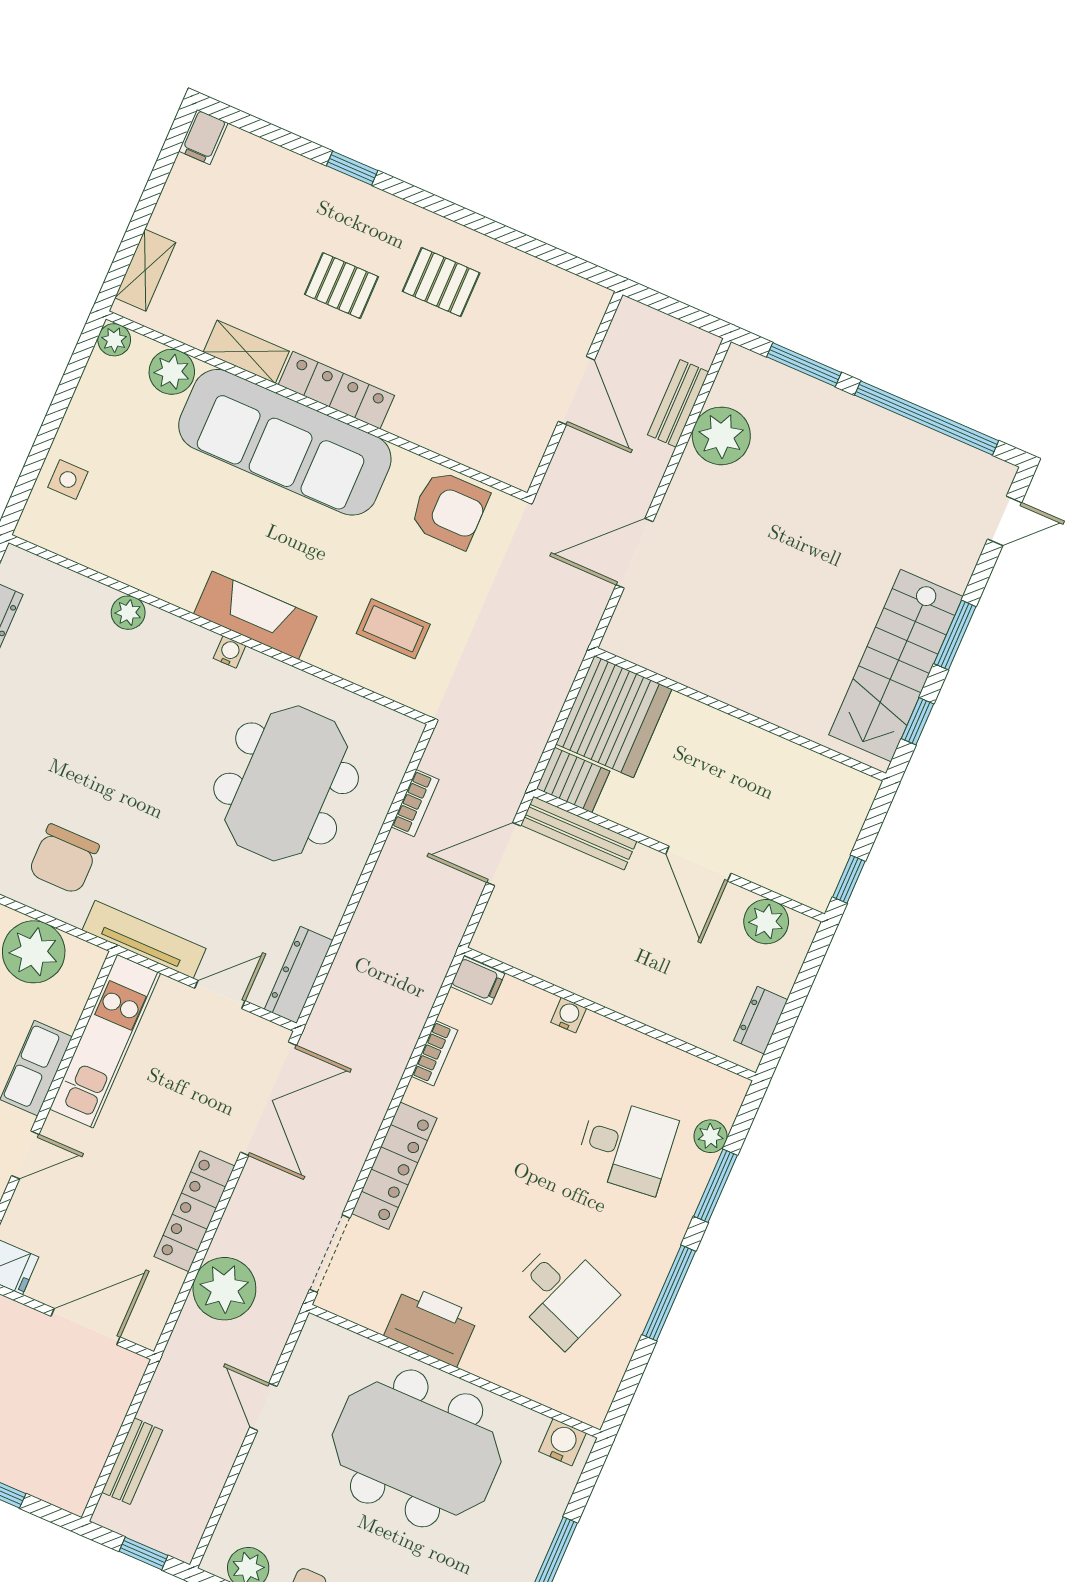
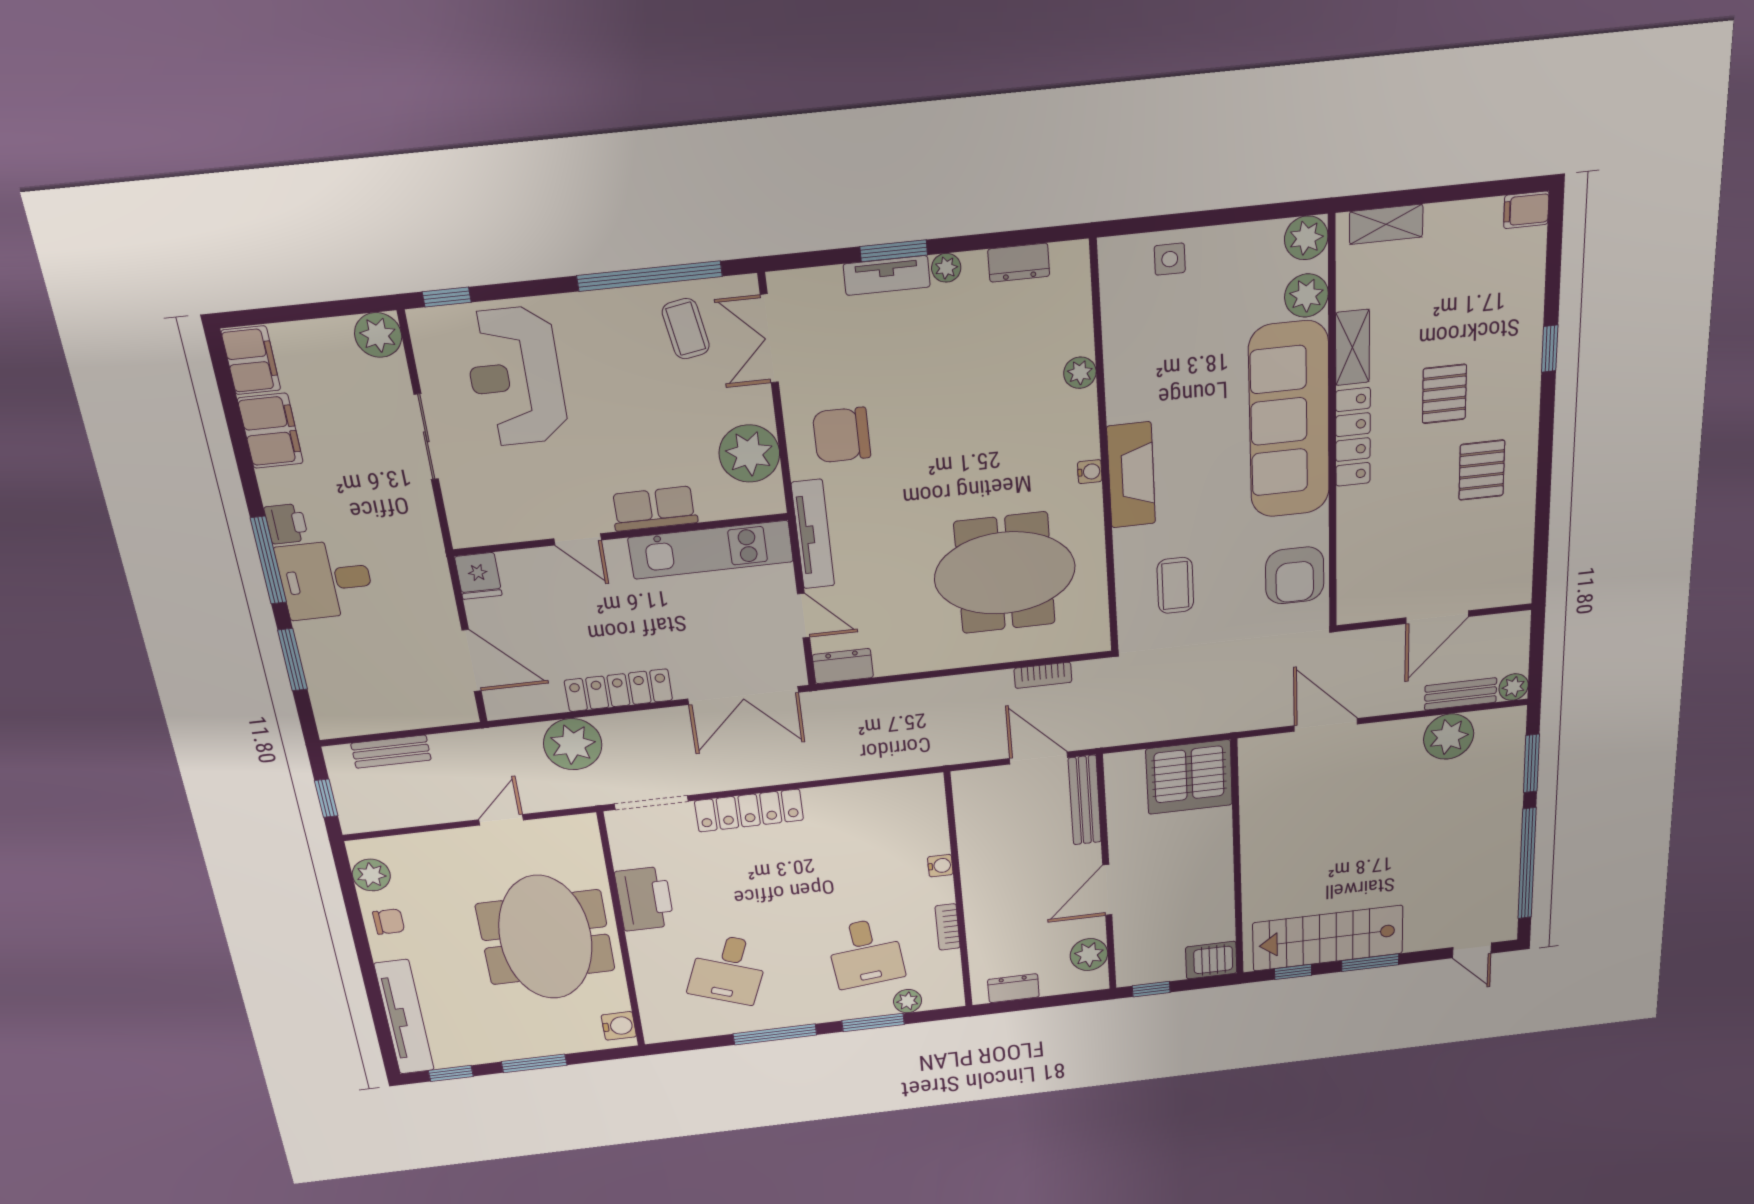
plant: (114, 340) -> (1306, 238), width x1.38, depth x1.38
plant: (702, 347) -> (1514, 687), added
server rack: (573, 780) -> (1211, 960), moved, turned 90
dresser: (299, 975) -> (843, 666), width x0.70
filing cabinet: (478, 980) -> (929, 792), removed
bookcase: (435, 1053) -> (948, 927), moved, turned 90

